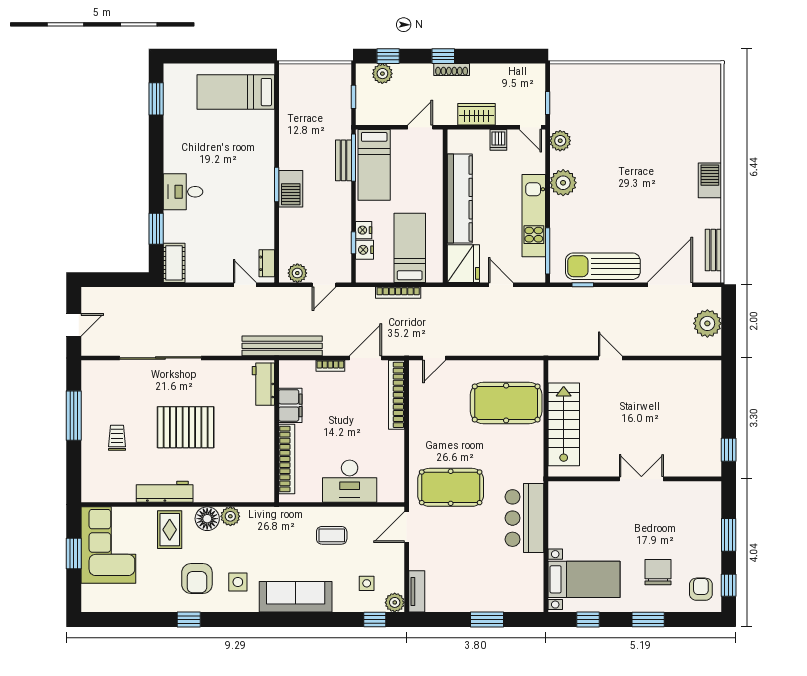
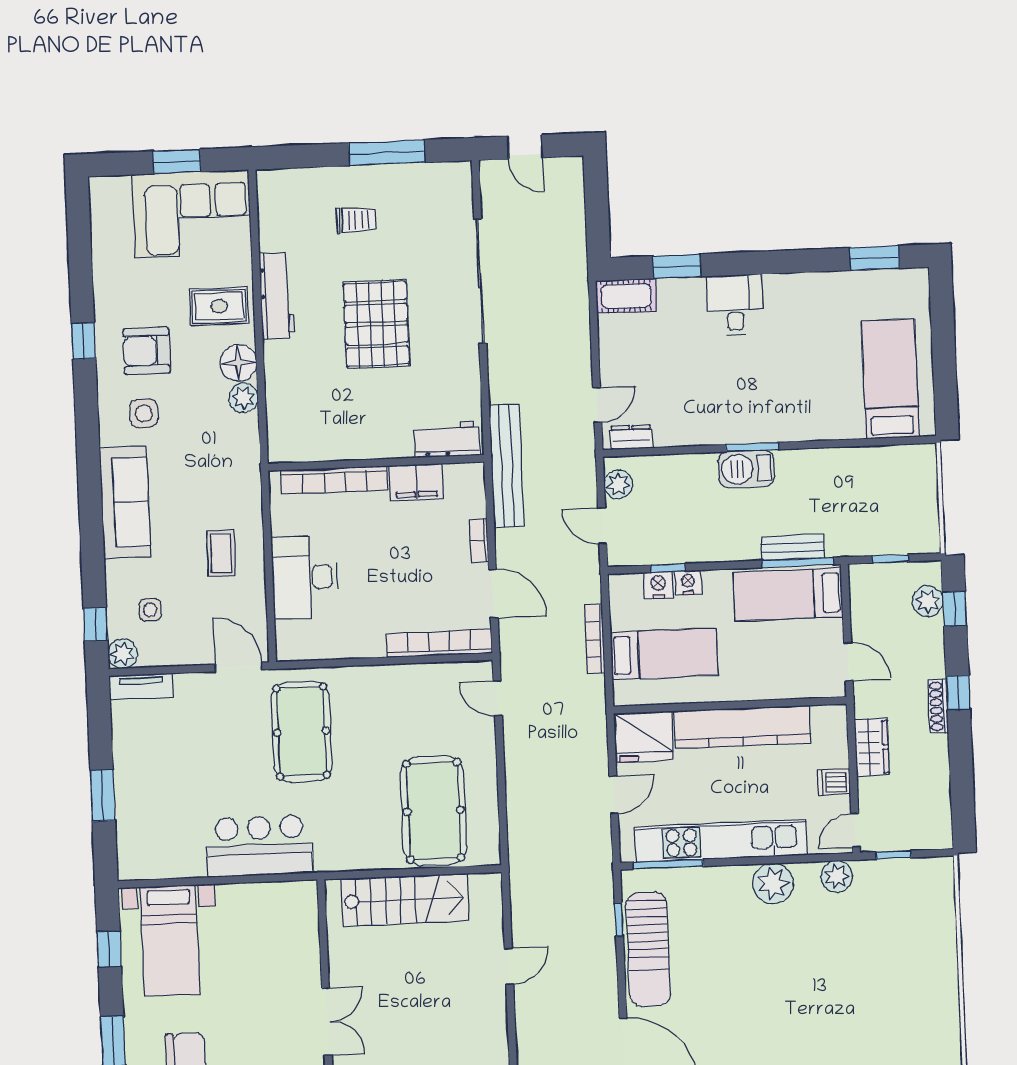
kitchen unit: (534, 216) -> (721, 841), width x1.36
sun lounger: (603, 266) -> (648, 949), turned 180

